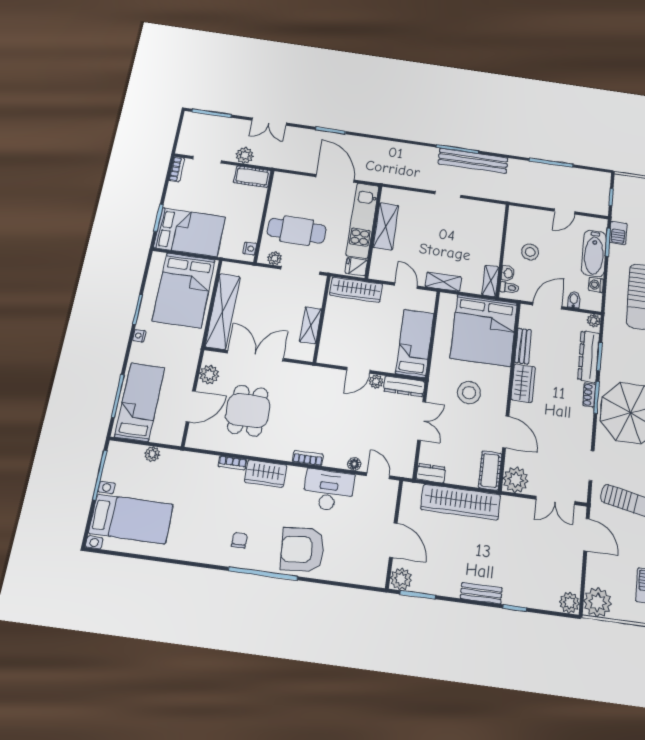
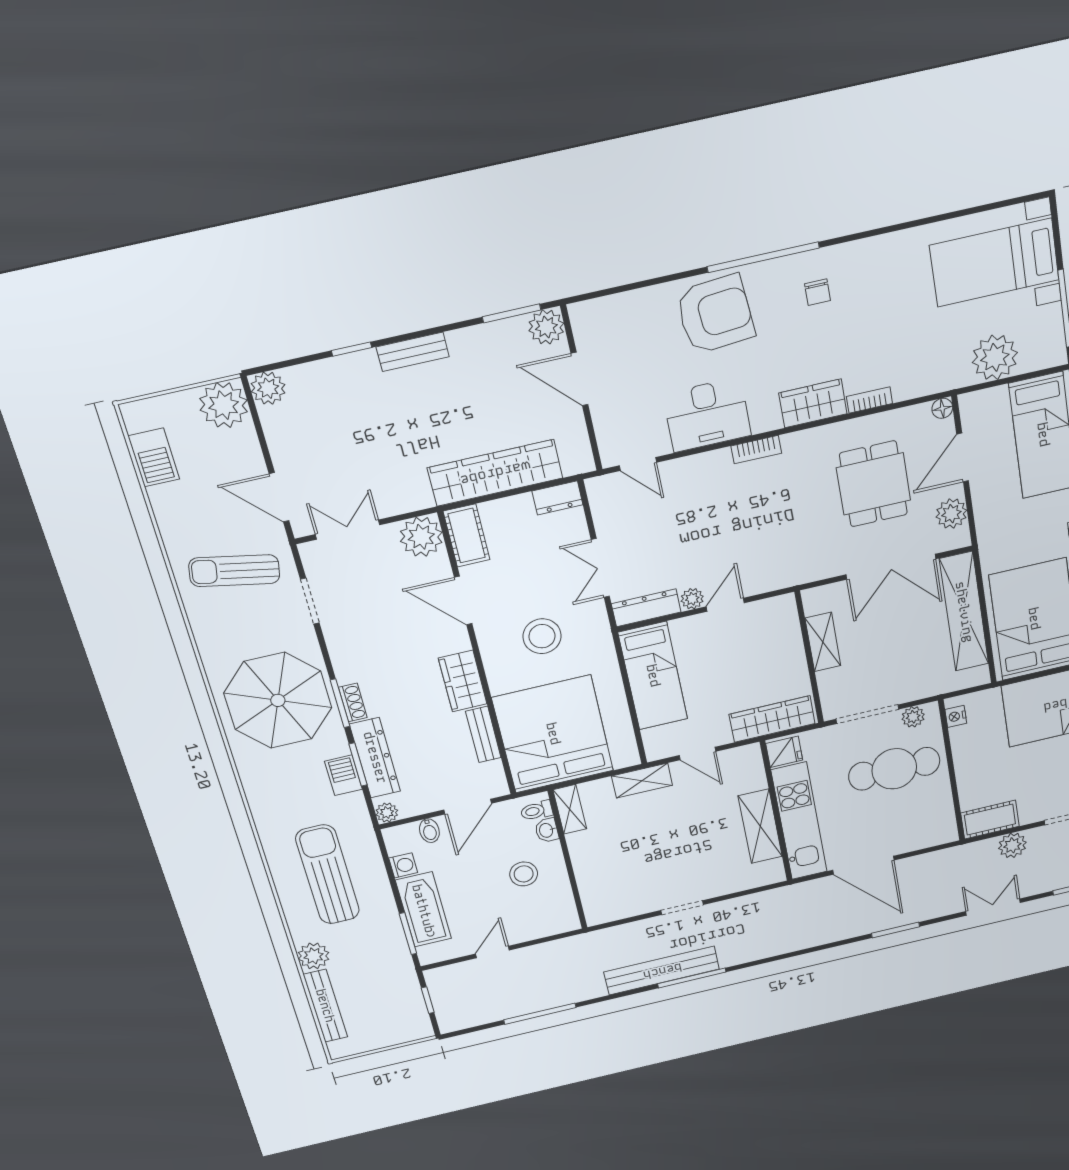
barbecue: (618, 233) -> (343, 775), moved
plant: (152, 454) -> (995, 357), width x1.87, depth x1.87
floor lamp: (354, 464) -> (942, 408), moved

